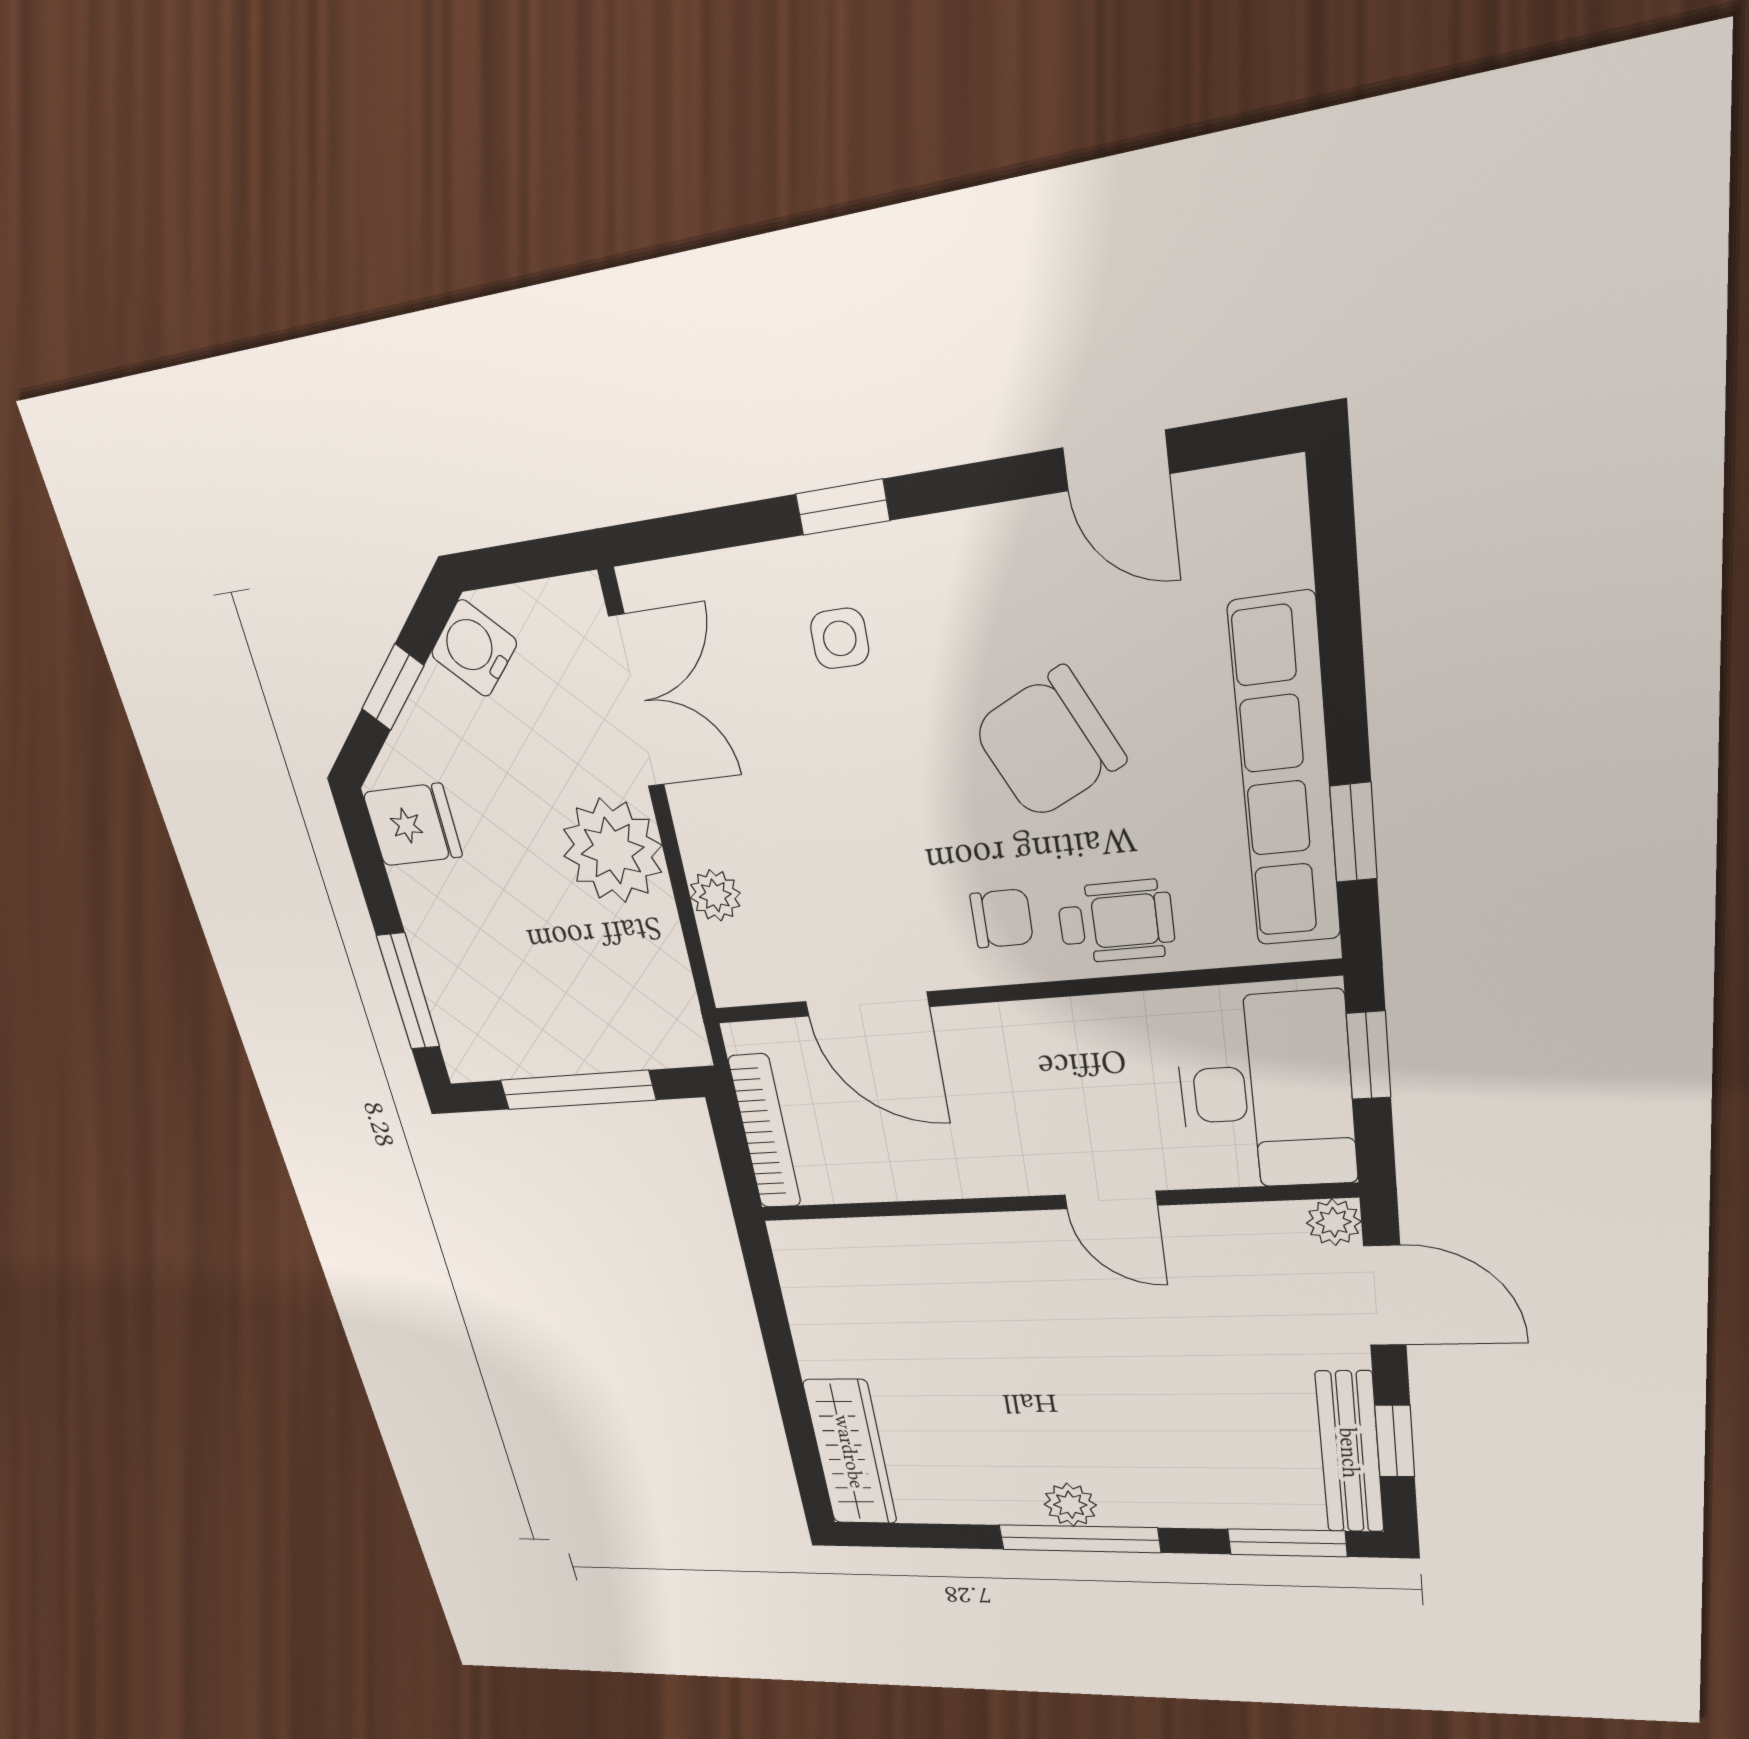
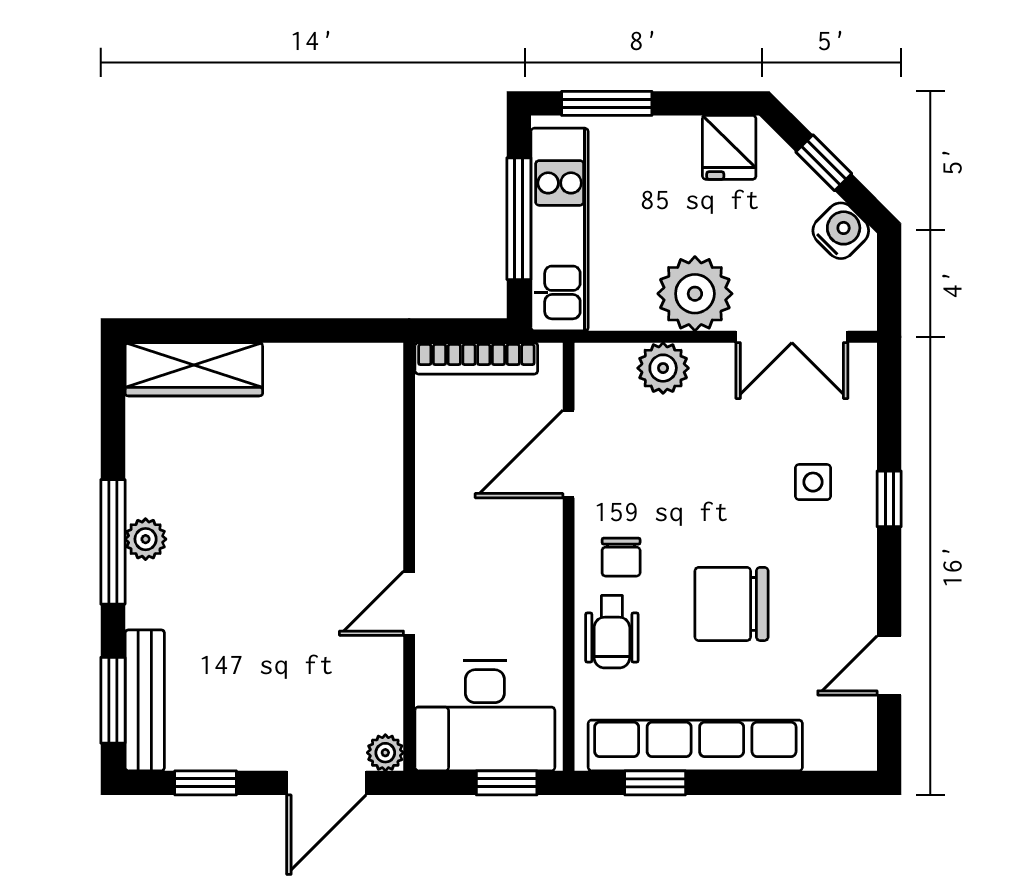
chair: (1049, 744) -> (732, 604), turned -64
plant: (715, 895) -> (663, 368), width x1.38, depth x1.38
kitchen unit: (577, 1039) -> (560, 230), added
bench: (1350, 1453) -> (145, 700), moved, turned 90

